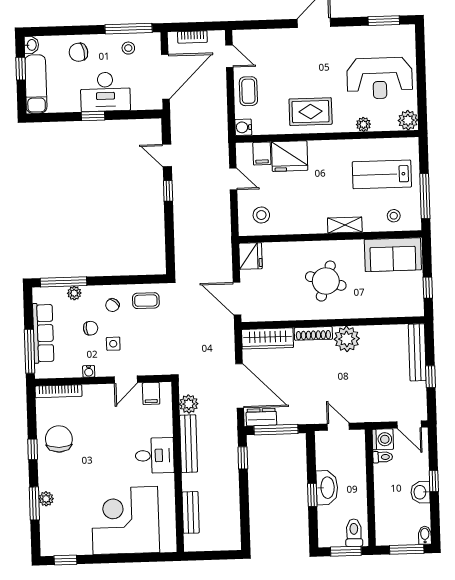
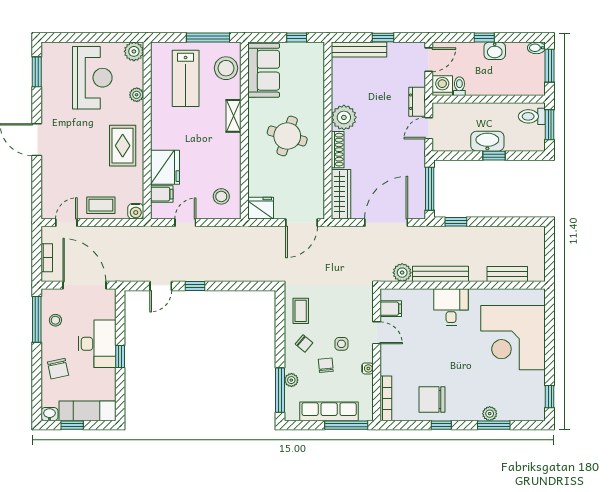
stool: (394, 216) -> (226, 68), width x1.89, depth x1.89
dresser: (261, 417) -> (417, 102), moved

